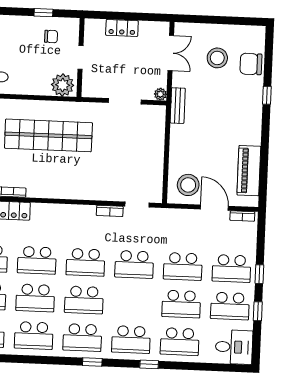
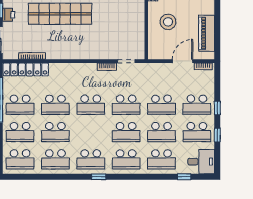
stool: (188, 185) -> (168, 22), moved
door: (214, 208) -> (183, 61), hinge flipped
school desk: (84, 300) -> (126, 132), moved
window: (149, 364) -> (184, 177), moved

